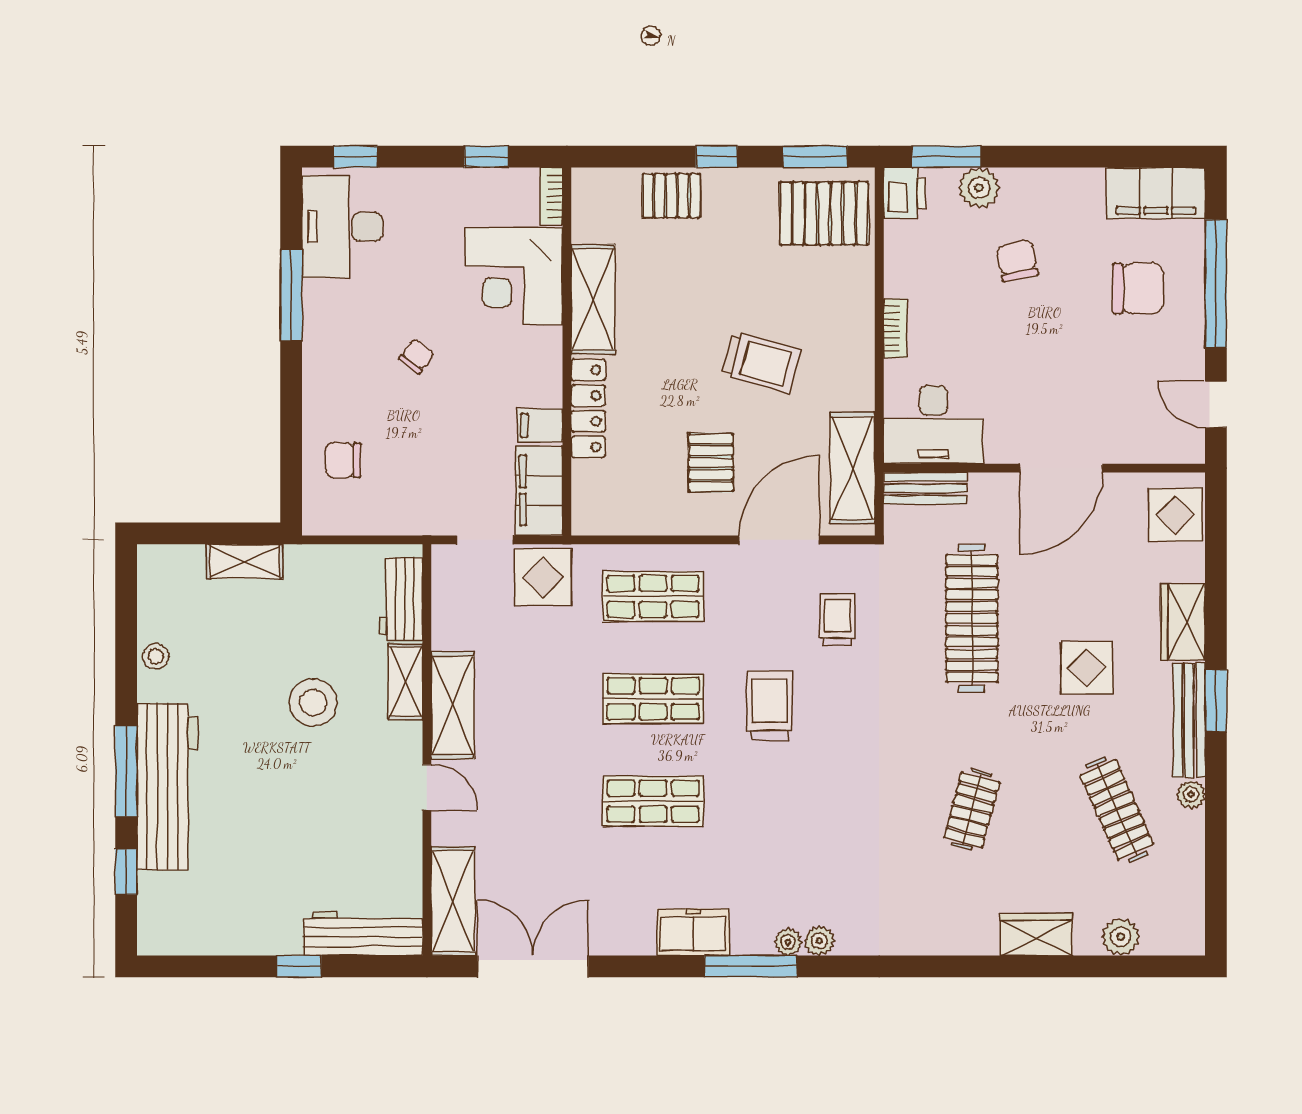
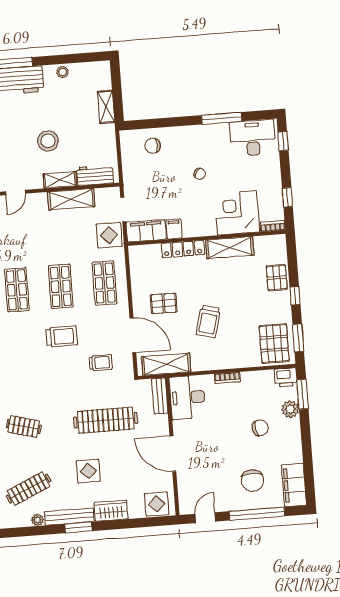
chair: (343, 460) -> (153, 146), turned -90
shelving: (453, 706) -> (71, 199), moved

